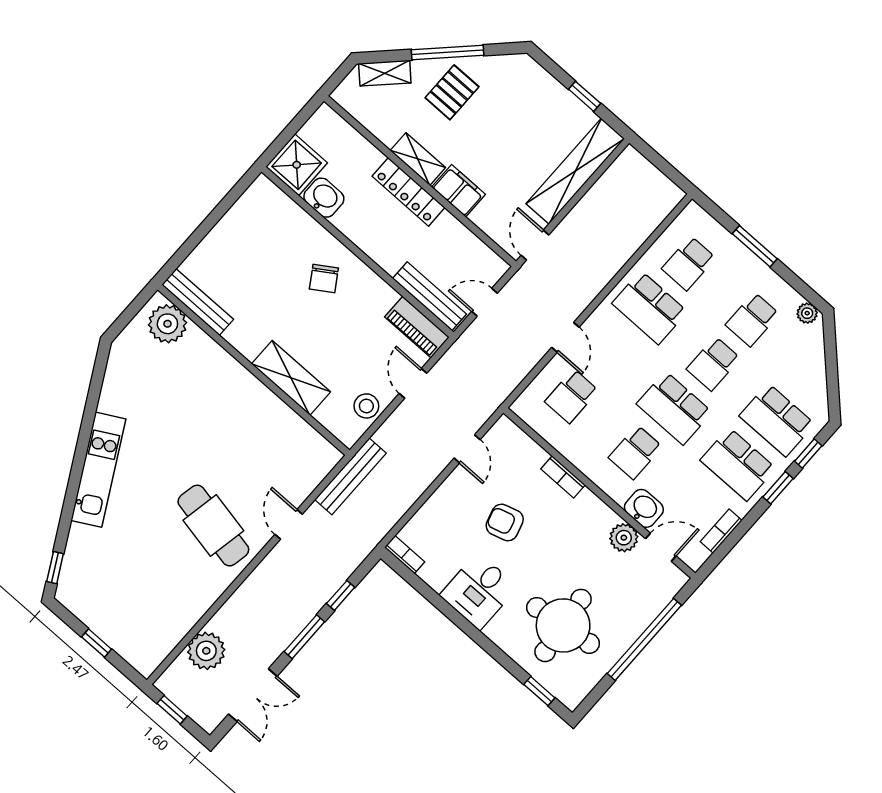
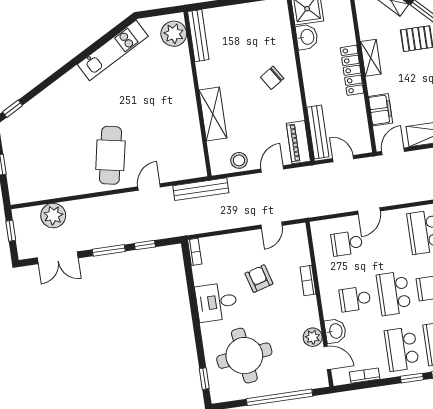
filing cabinet: (459, 191) -> (380, 110), moved
kitchen unit: (98, 470) -> (113, 50), moved

